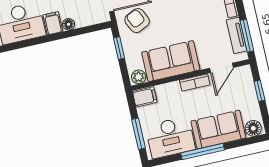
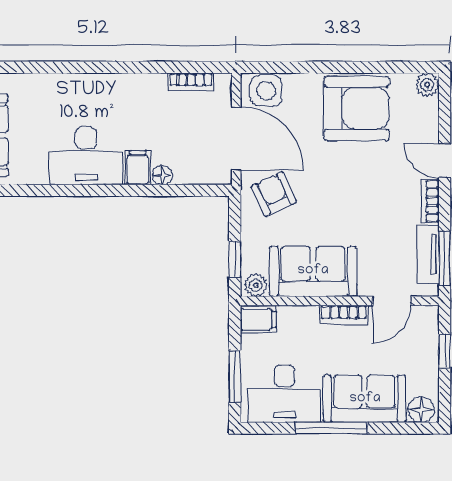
window: (119, 48) -> (235, 259), moved

